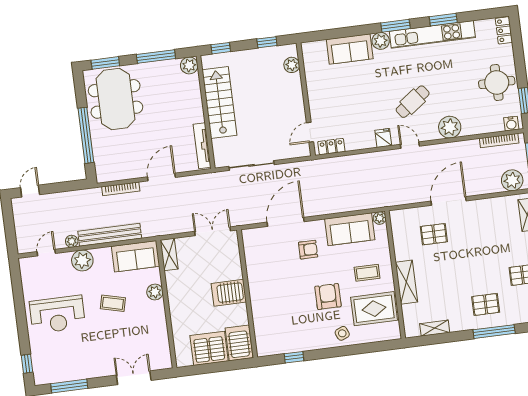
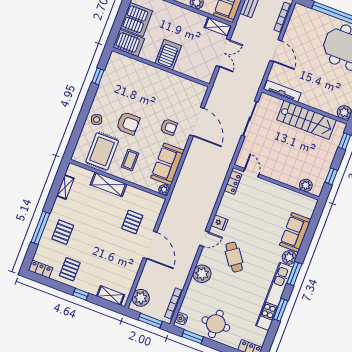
double door: (213, 231) -> (223, 53), moved
armchair: (308, 250) -> (169, 127), turned -90

